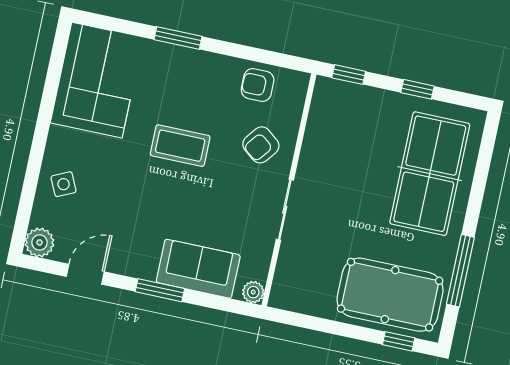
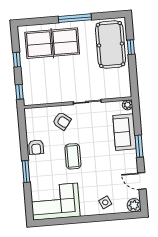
armchair: (258, 85) -> (36, 147), moved
window: (460, 271) -> (75, 18), moved
window: (399, 341) -> (131, 47), moved

